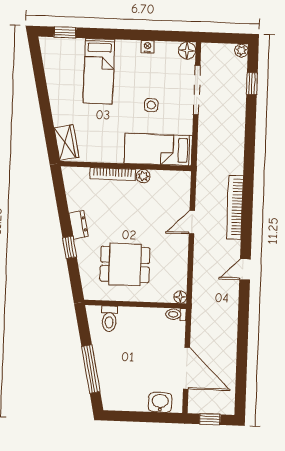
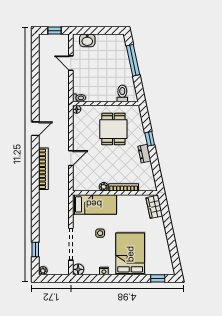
bed: (99, 71) -> (130, 254), width x1.50
dining table: (125, 264) -> (113, 129), turned 90
door: (187, 368) -> (71, 63), width x0.53

